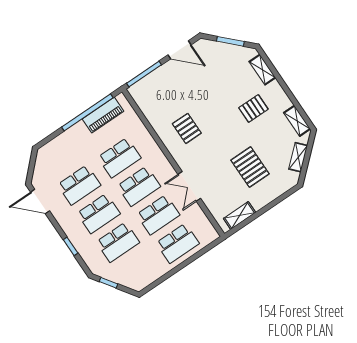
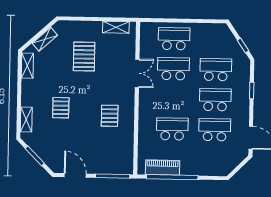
pallet: (253, 108) -> (61, 108), moved, turned 90
school desk: (139, 186) -> (173, 99), removed

